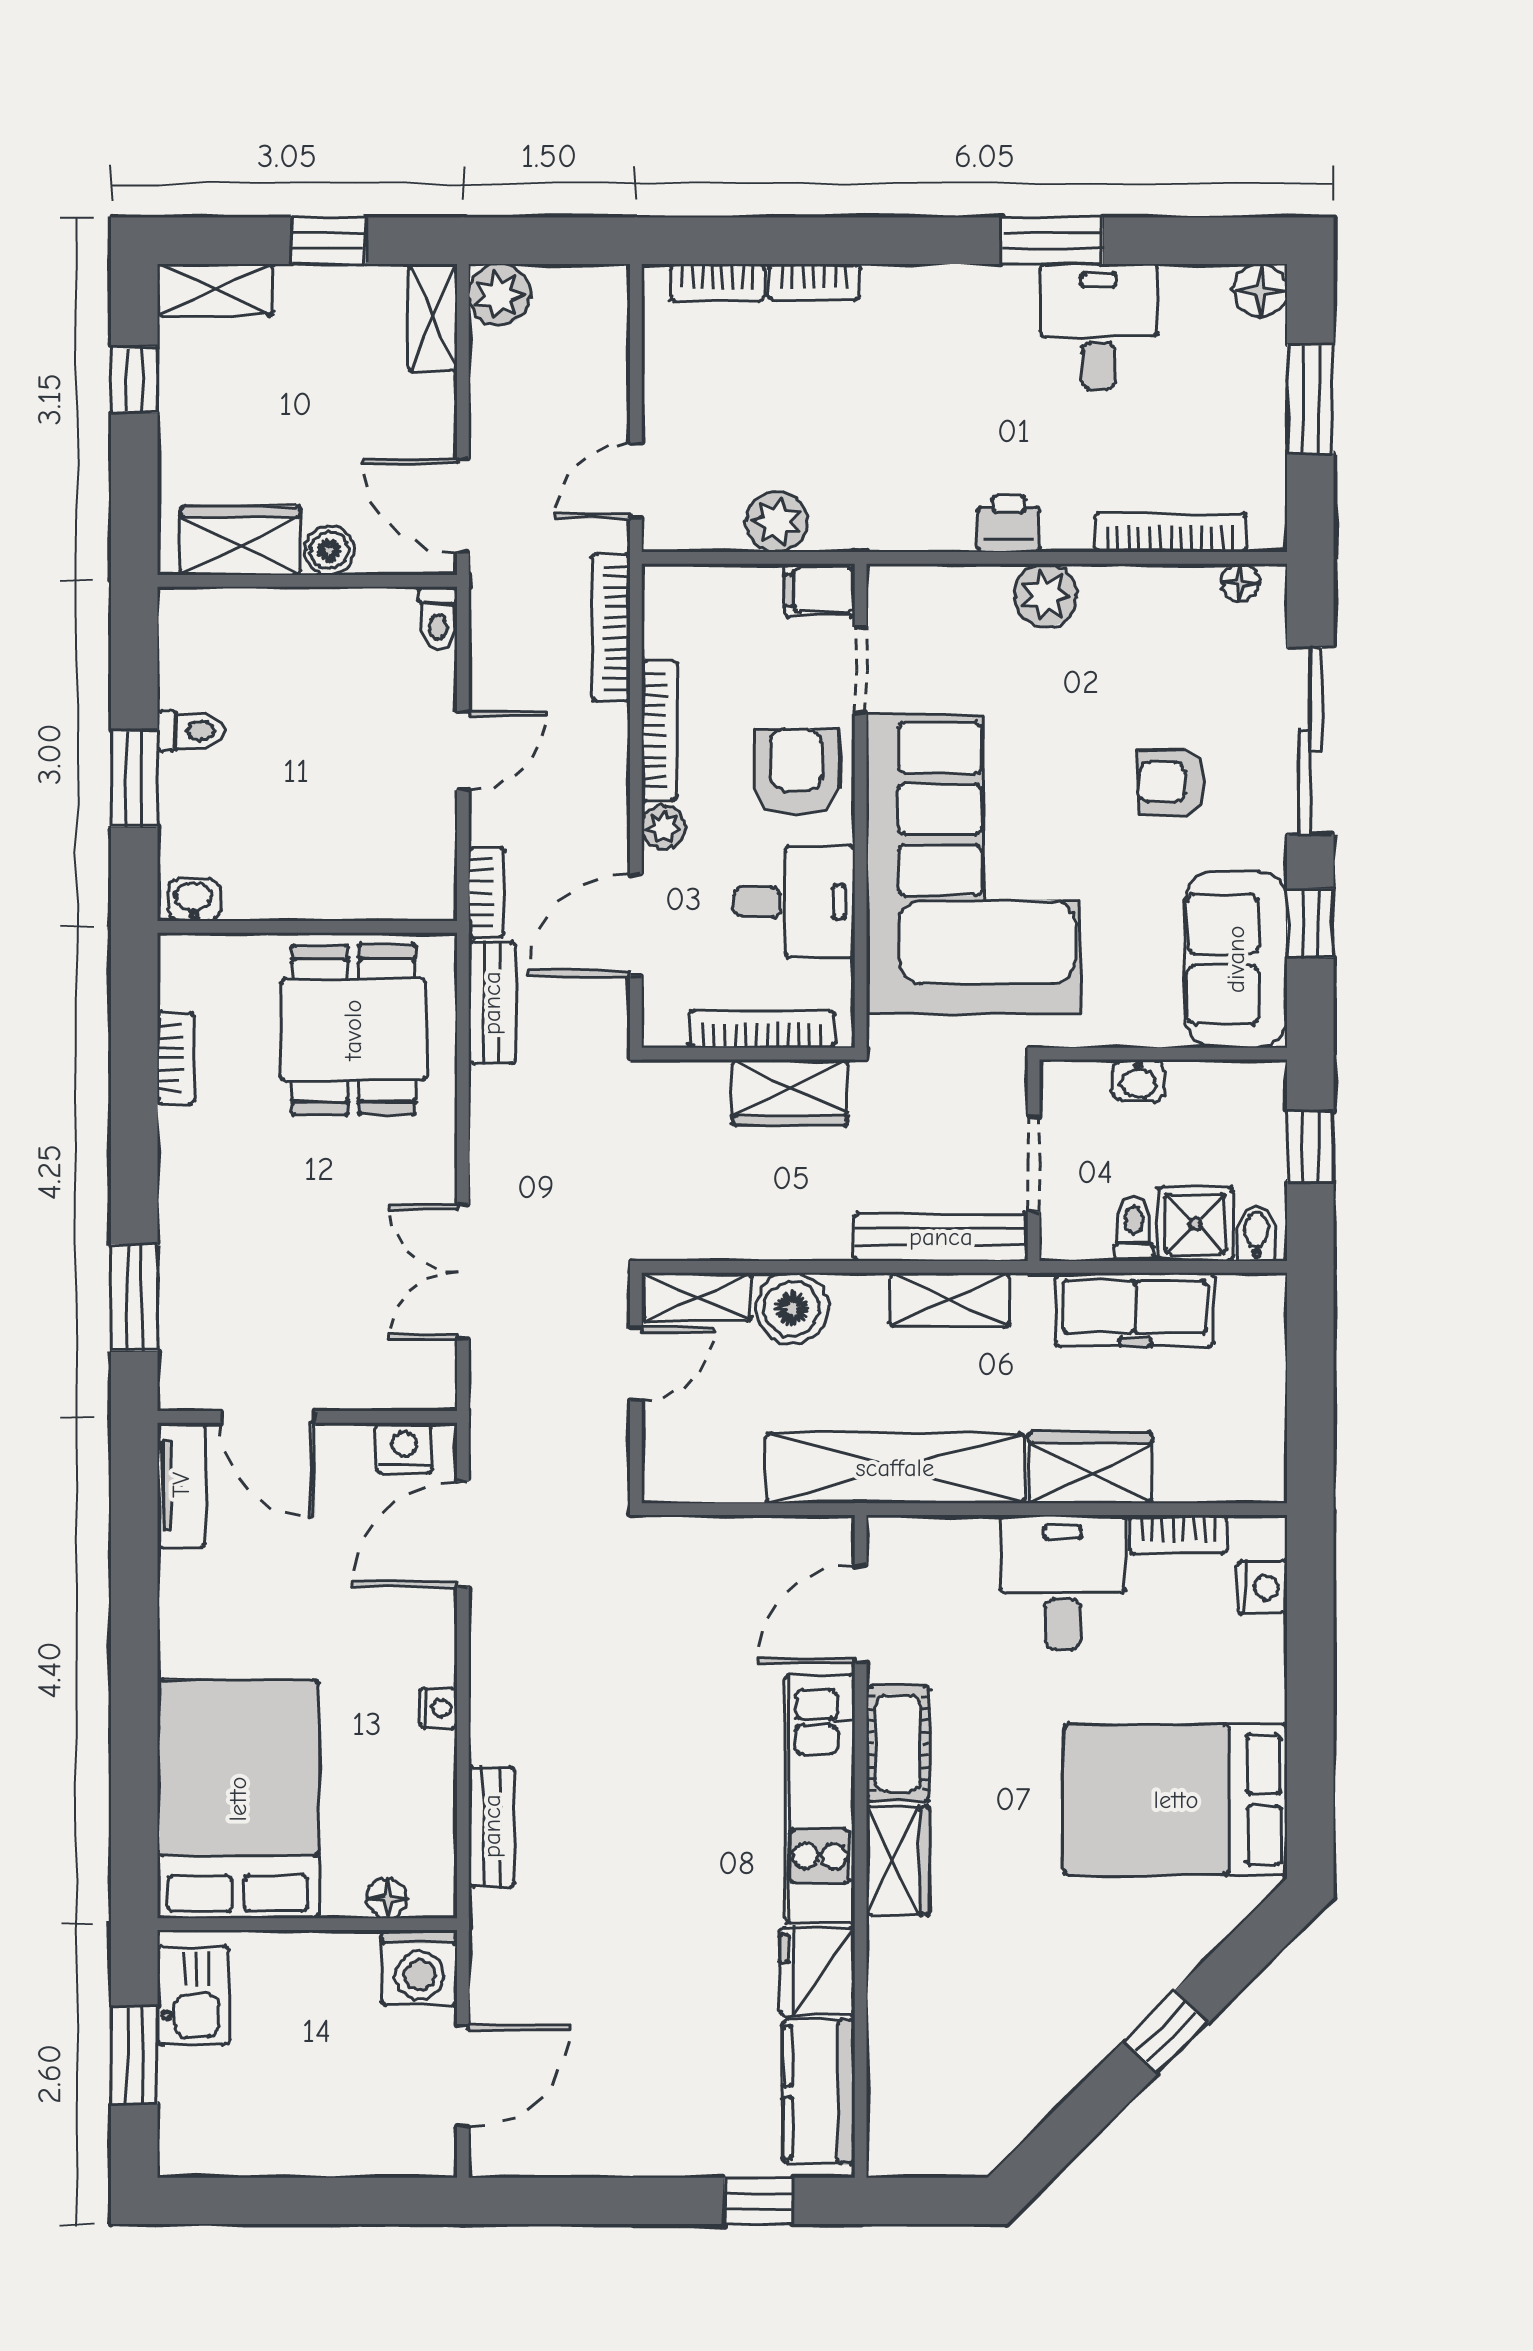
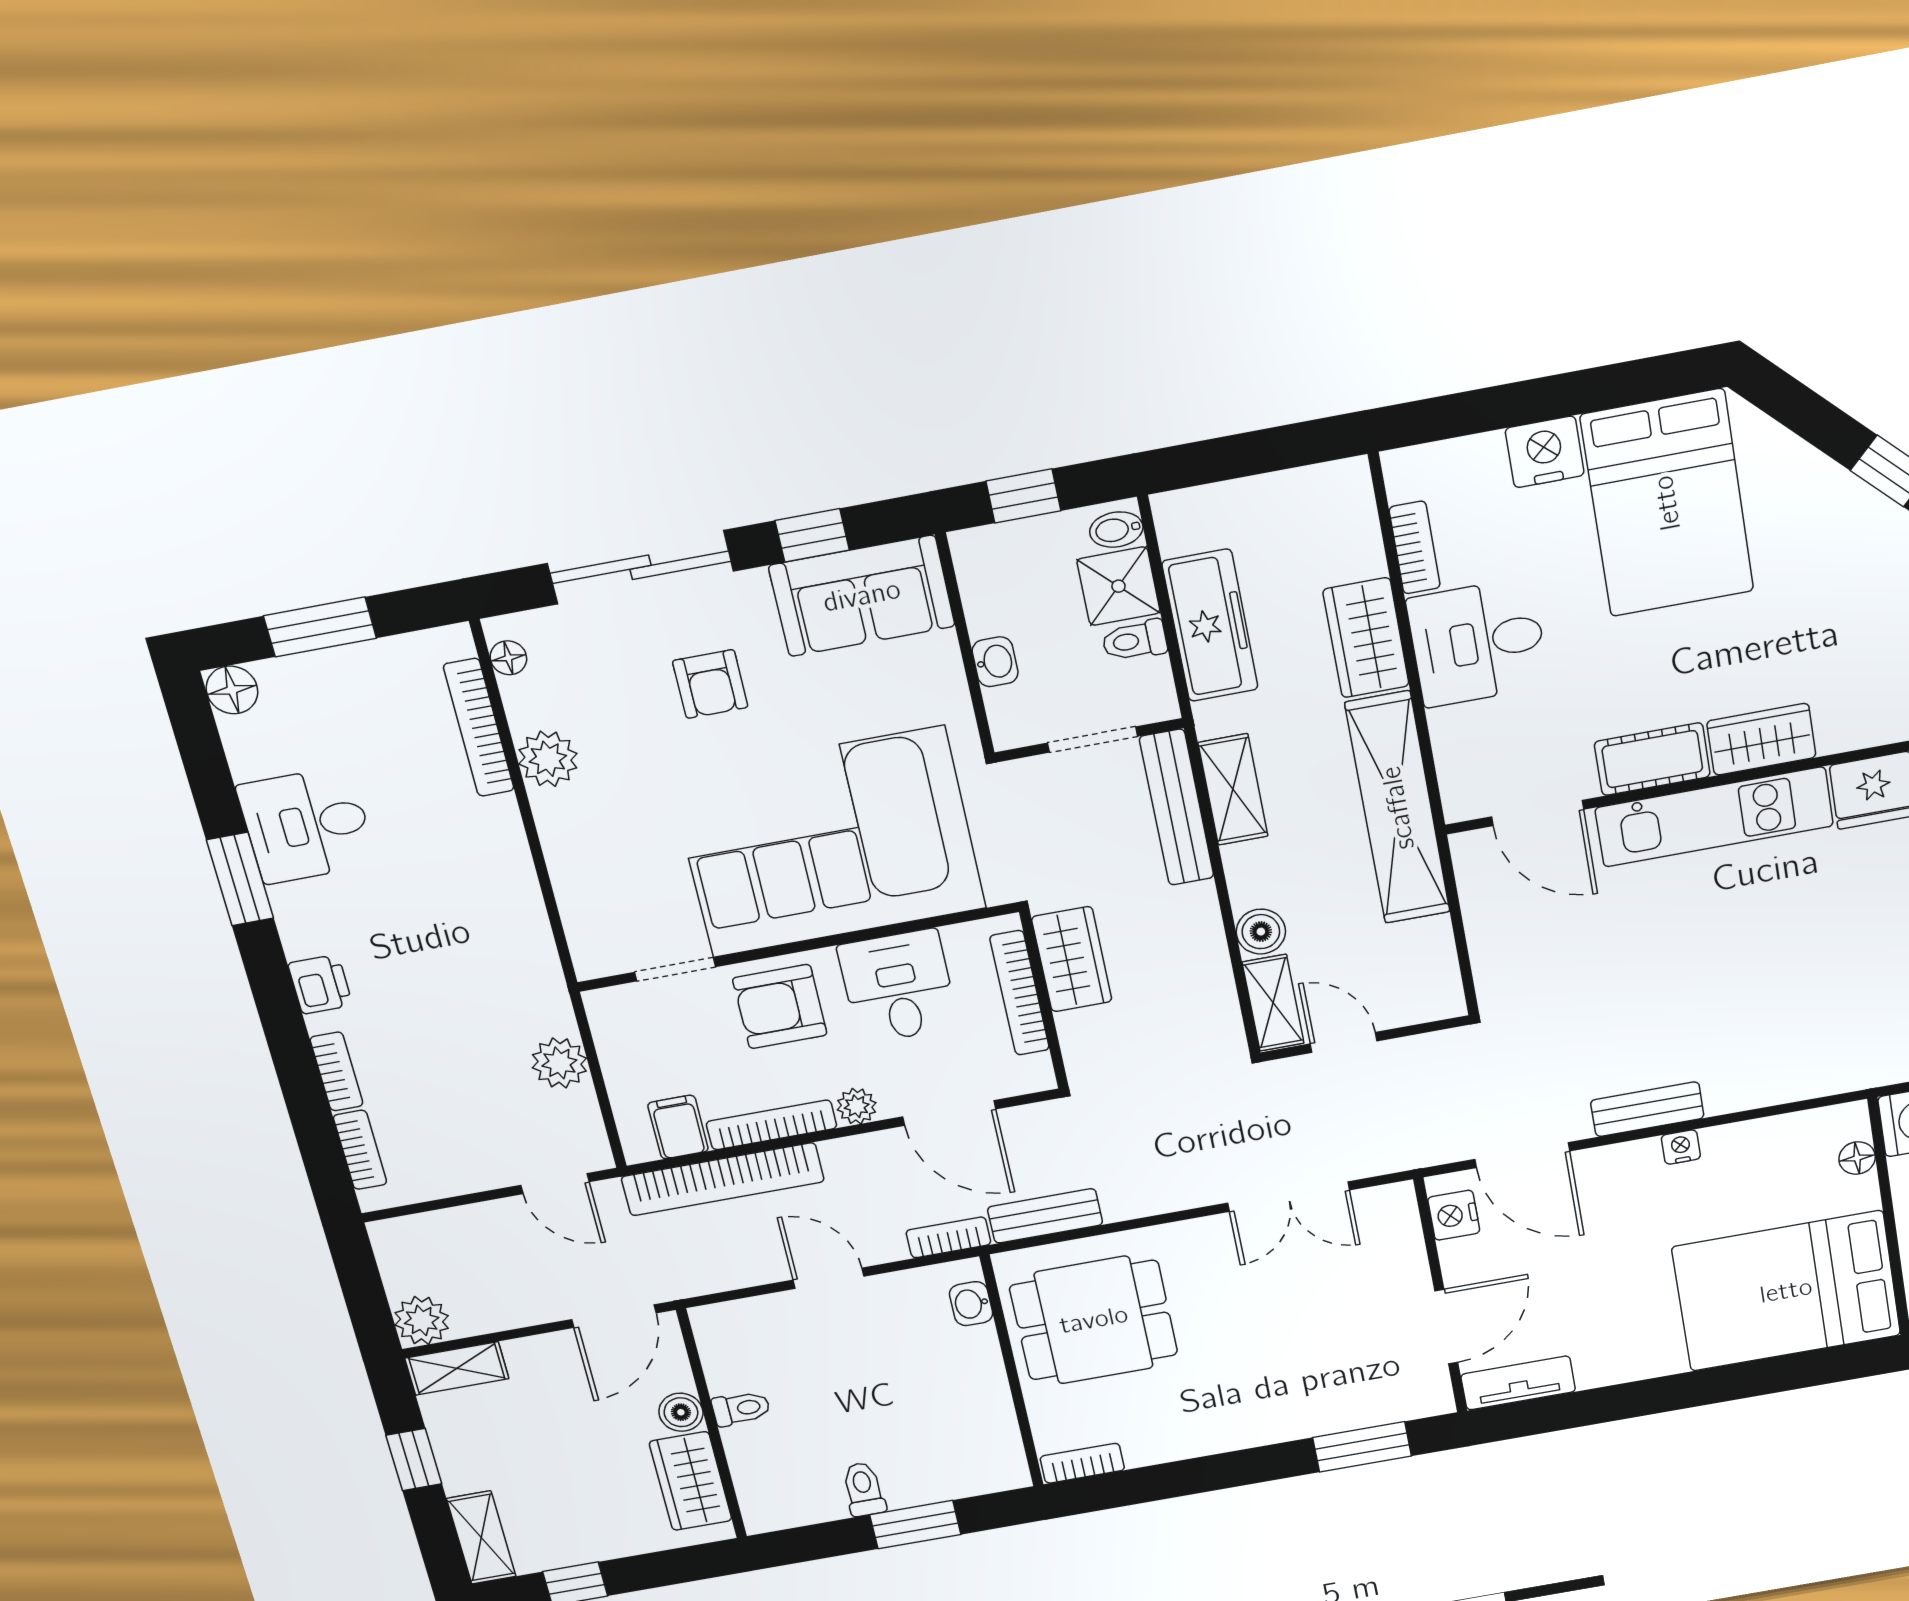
printer: (1009, 524) -> (320, 984), moved, turned 180
filing cabinet: (820, 590) -> (678, 1127), moved, turned 180
plant: (1045, 595) -> (548, 759), moved
toilet: (438, 618) -> (741, 1408), moved
bookcase: (611, 628) -> (723, 1179), width x1.48, depth x1.31
washbasin: (194, 900) -> (971, 1304), moved
bookcase: (176, 1058) -> (1082, 1463), moved
boiler: (792, 1309) -> (1261, 932), width x0.73, depth x0.73
nightstand: (1263, 1587) -> (1545, 452), moved, width x1.36, depth x1.33
bench: (492, 1826) -> (1647, 1109), moved

